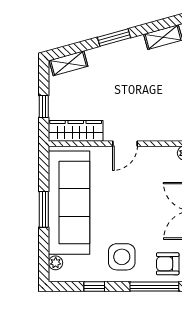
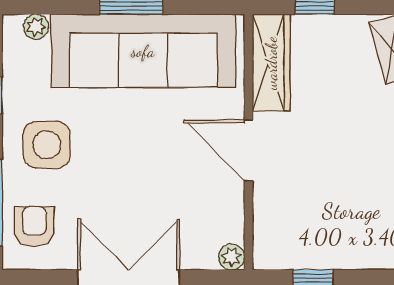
door: (125, 144) -> (248, 150), width x1.38

